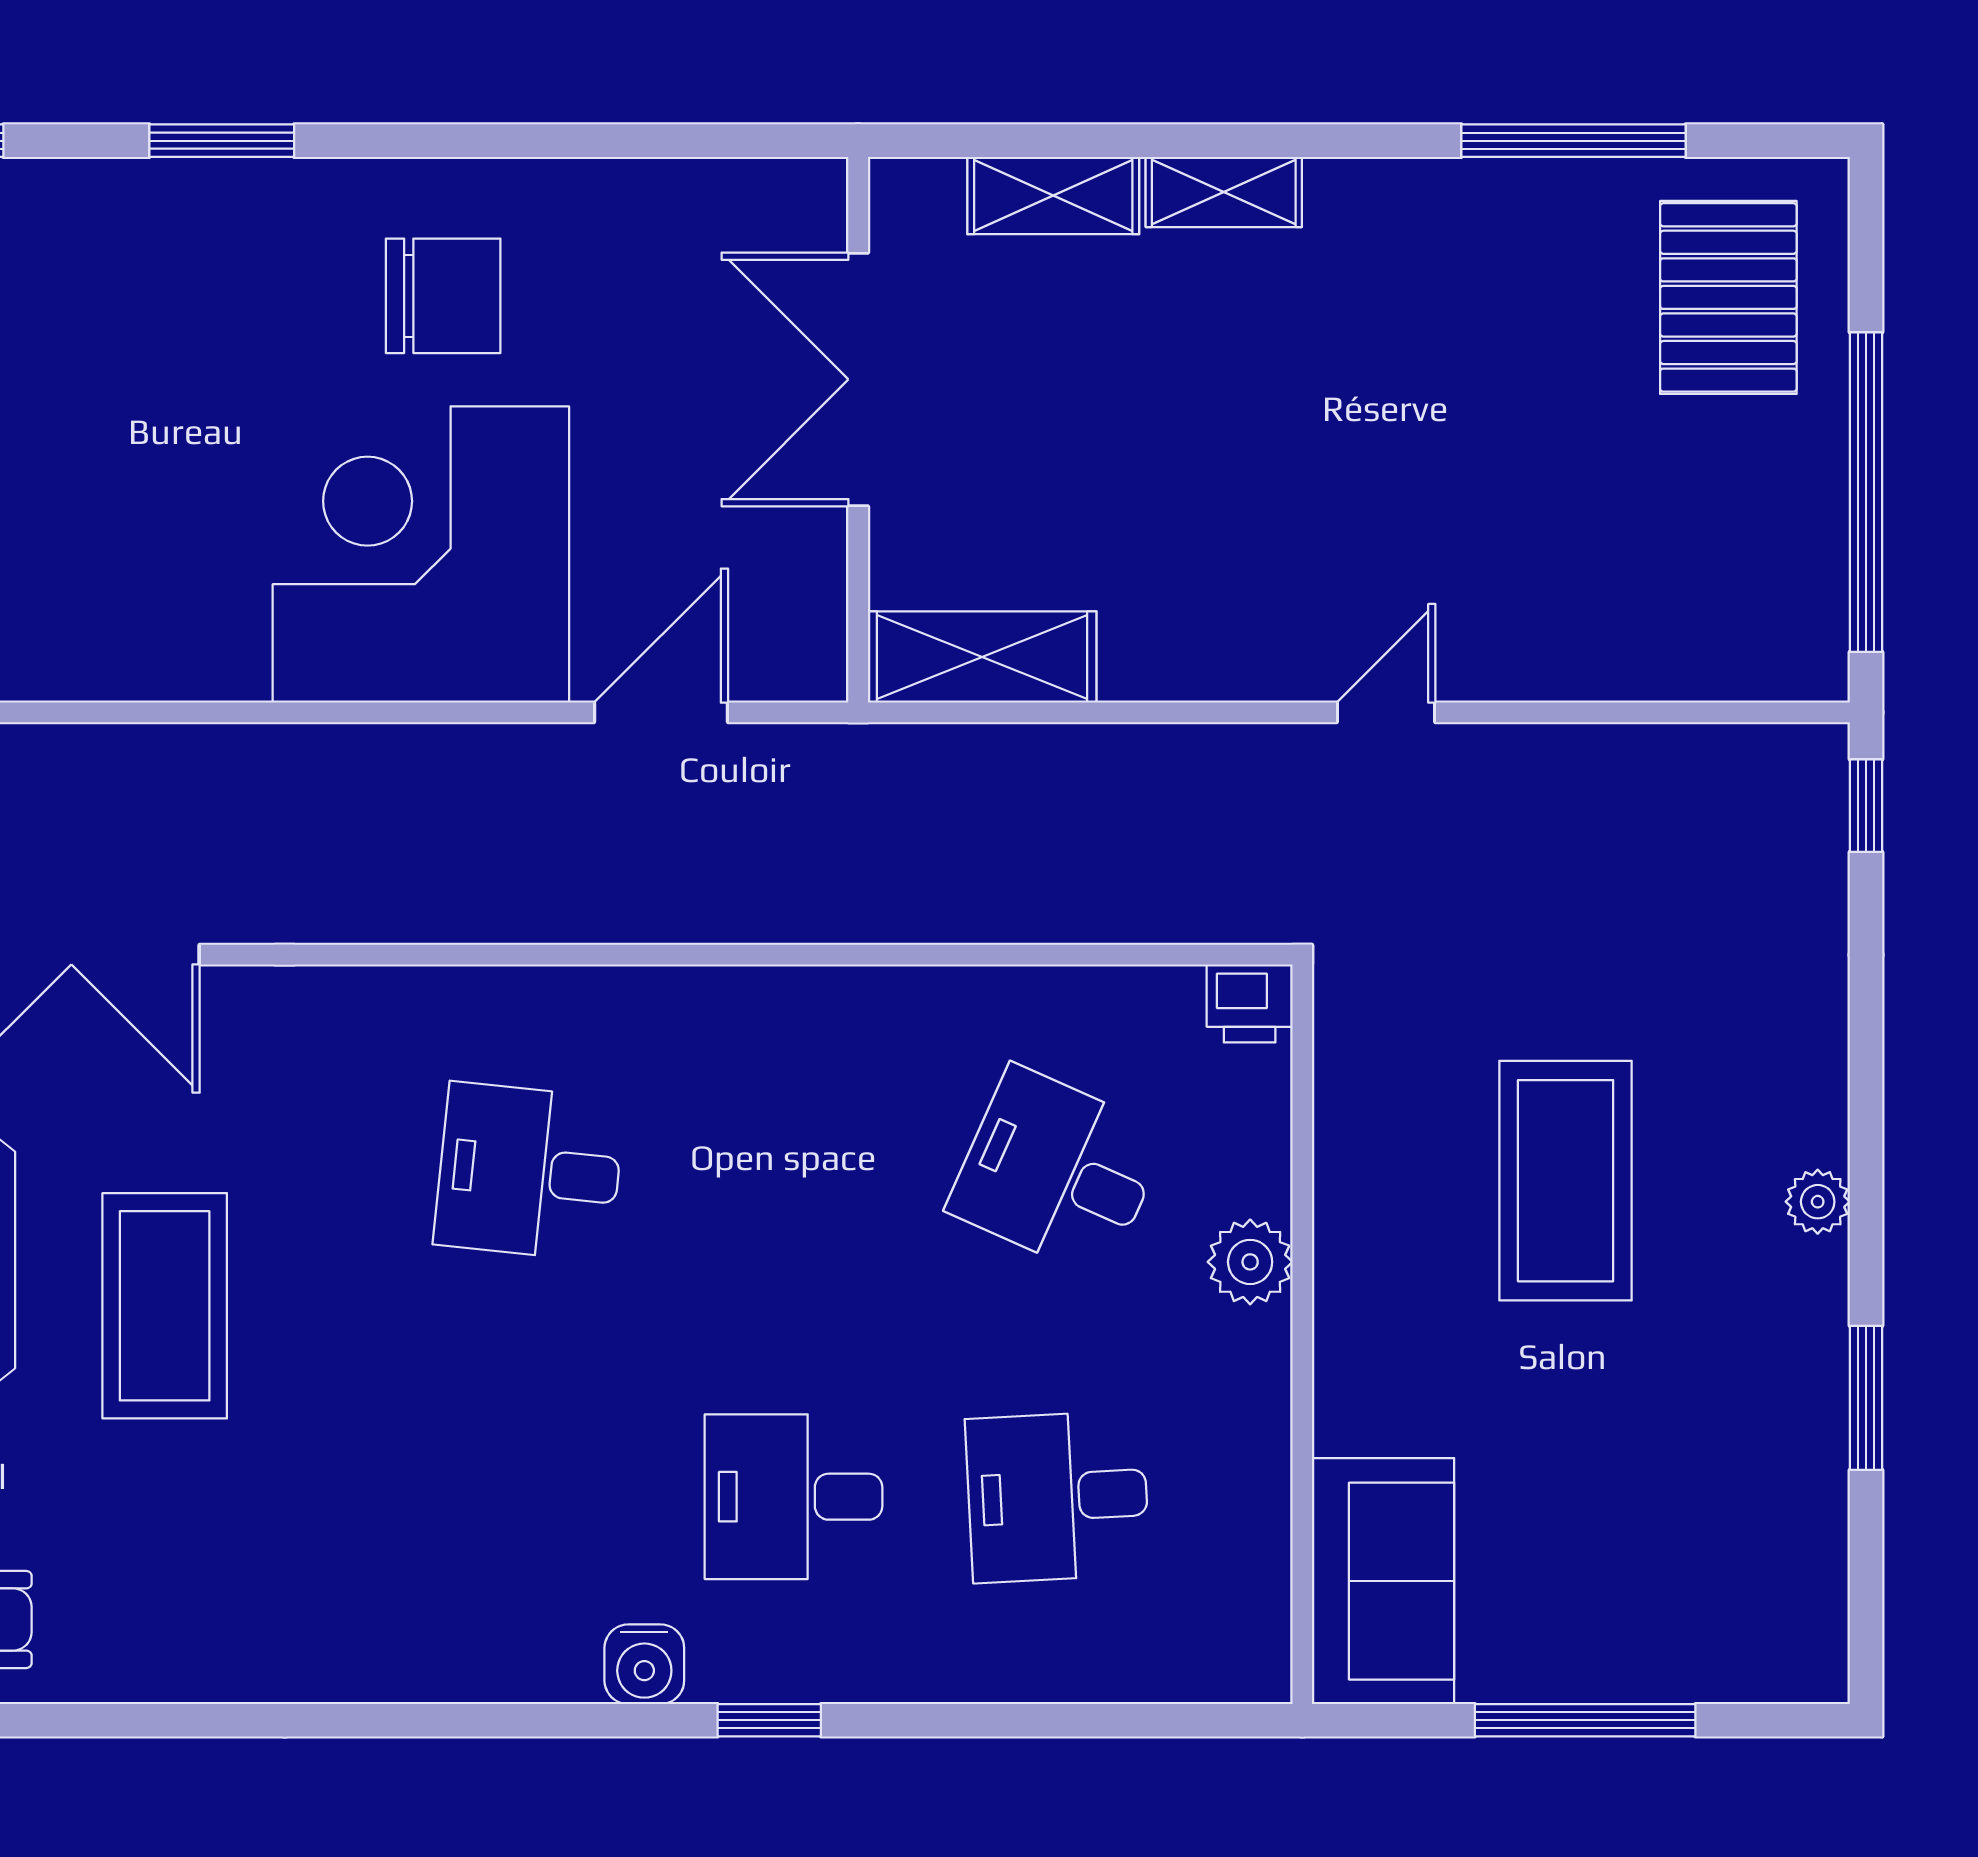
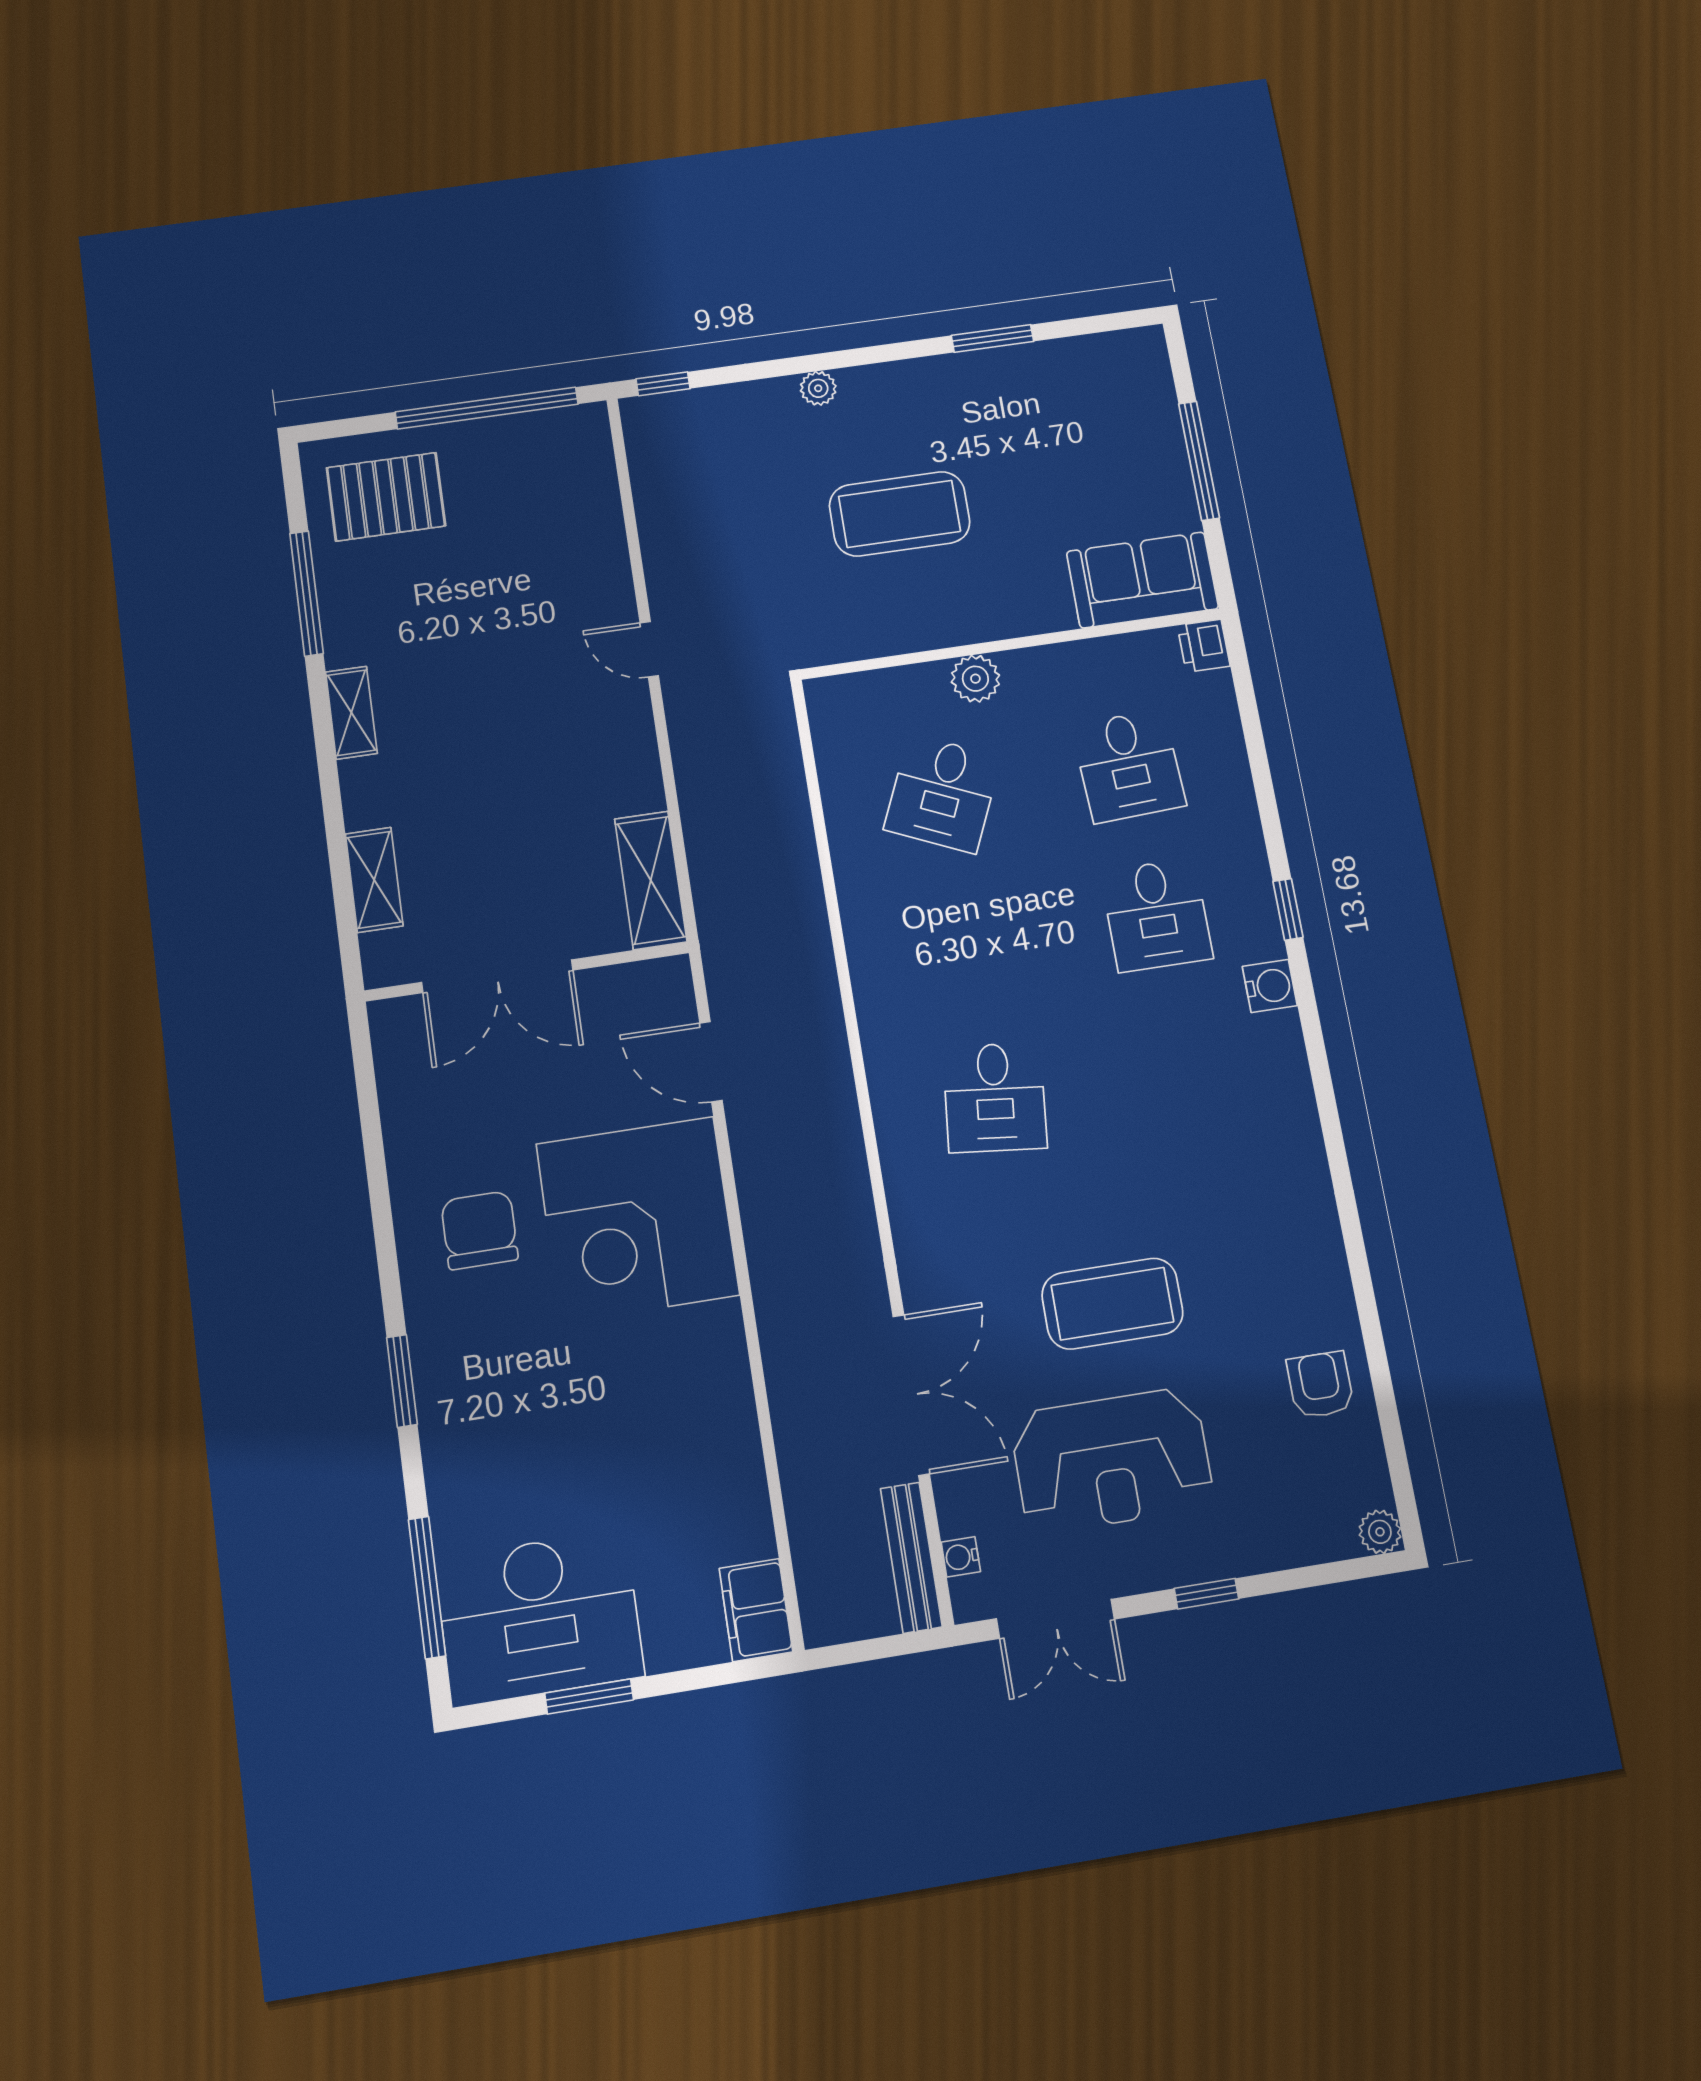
shelving: (1224, 192) -> (351, 713), moved
printer: (1250, 1003) -> (1204, 646), moved, turned 180
plant: (1818, 1202) -> (818, 388), moved

